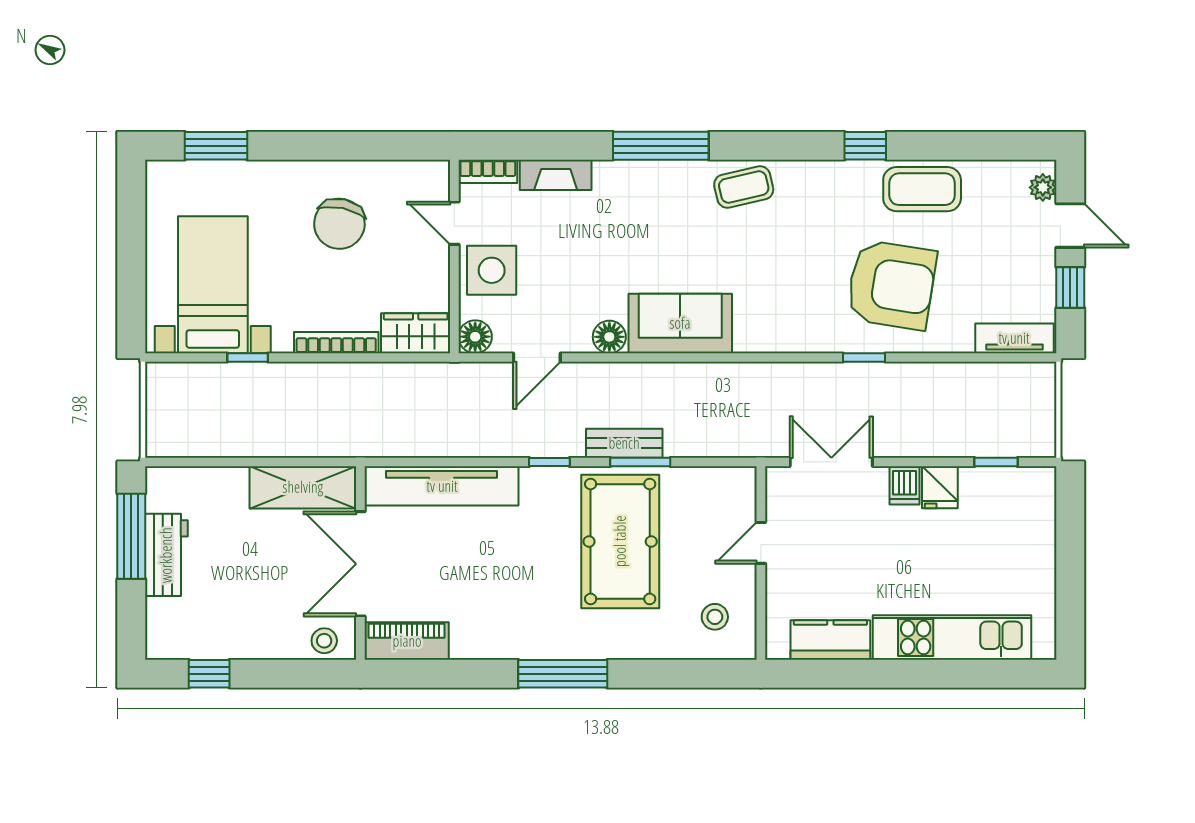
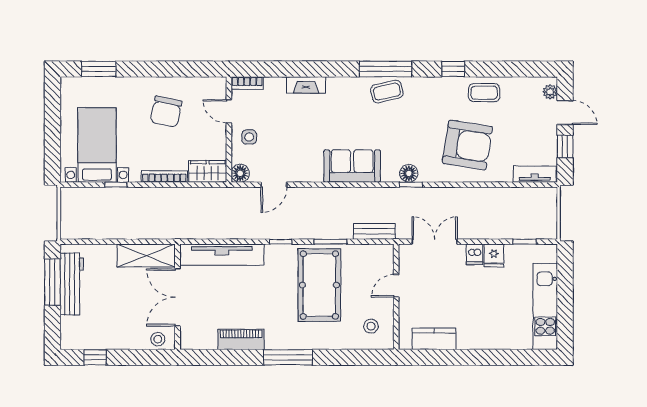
window: (661, 146) -> (385, 69), moved
fireplace: (556, 175) -> (306, 85), moved
coffee table: (922, 189) -> (484, 93), width x0.73, depth x0.77
side table: (492, 270) -> (249, 137), width x0.54, depth x0.54
floor lamp: (609, 337) -> (409, 173), moved
window: (864, 357) -> (411, 185), moved
bench: (624, 443) -> (374, 231), moved
workbench: (166, 555) -> (72, 284), width x1.37
kitchen unit: (952, 638) -> (545, 306), moved, turned -90
piano: (407, 641) -> (241, 339), moved

